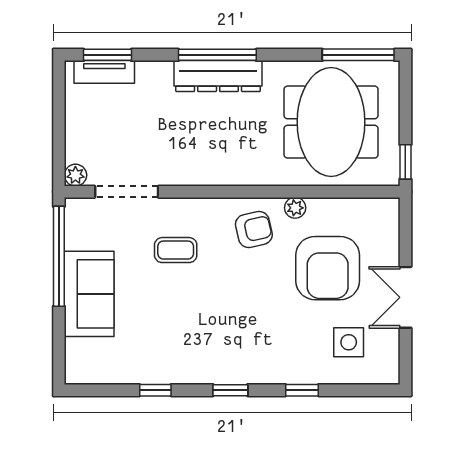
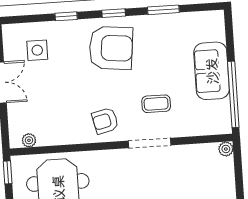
doorway: (127, 192) -> (149, 143), moved
plant: (295, 208) -> (29, 140), moved
armchair: (328, 268) -> (111, 48), moved, turned 96
window: (155, 390) -> (163, 10), width x1.50

